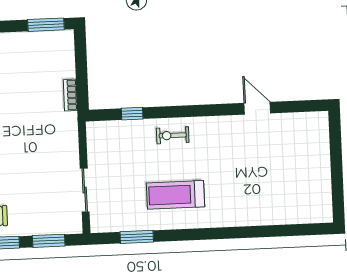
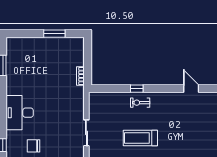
window: (46, 25) -> (54, 34), moved
window: (132, 114) -> (137, 89), moved

